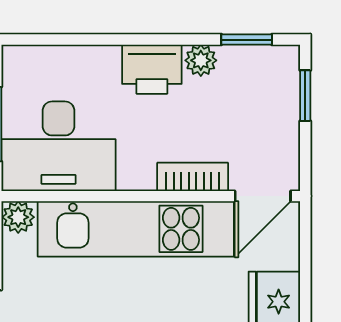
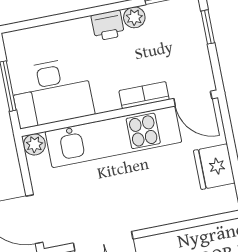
printer: (152, 69) -> (108, 25), width x0.73, depth x0.81
door: (263, 196) -> (193, 99), hinge flipped

